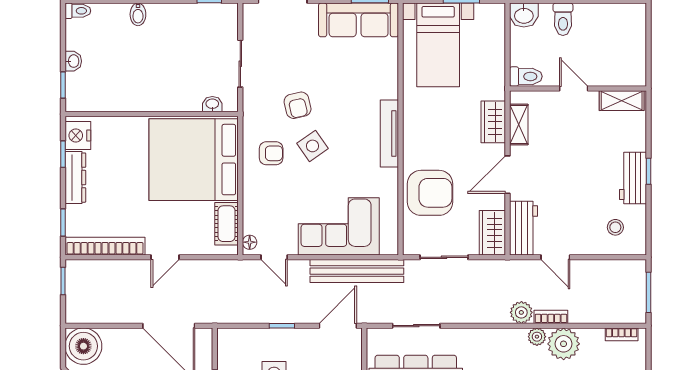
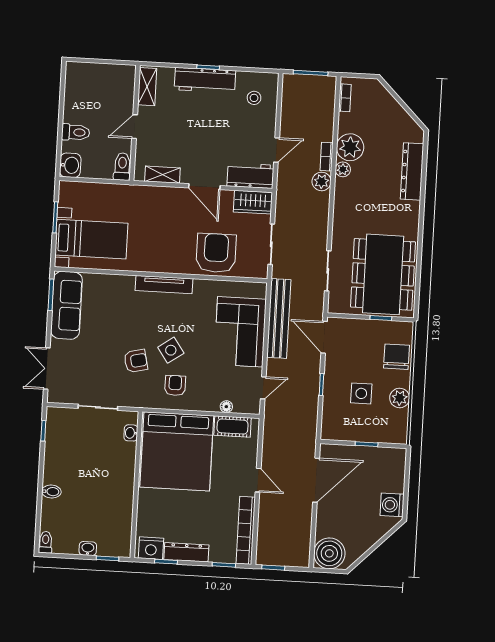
wardrobe: (493, 122) -> (159, 196), removed
workbench: (633, 178) -> (205, 80), width x1.38
floor lamp: (250, 242) -> (226, 407), moved

